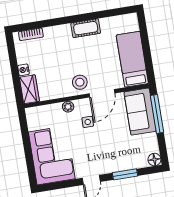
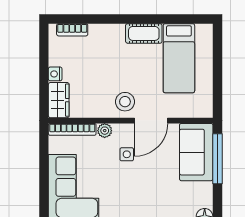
bed: (132, 59) -> (179, 58), moved, turned 180
bookcase: (43, 110) -> (72, 129), added

